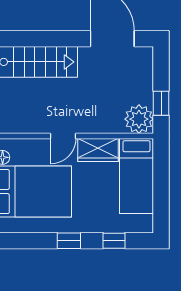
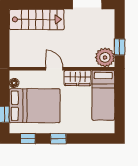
door: (63, 136) -> (54, 69), swing flipped
window: (114, 241) -> (28, 138), moved

